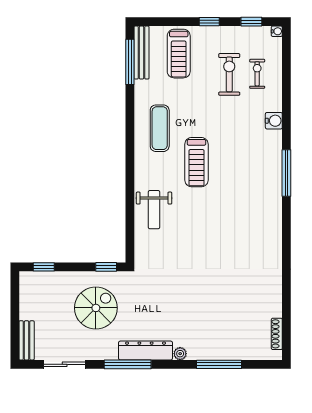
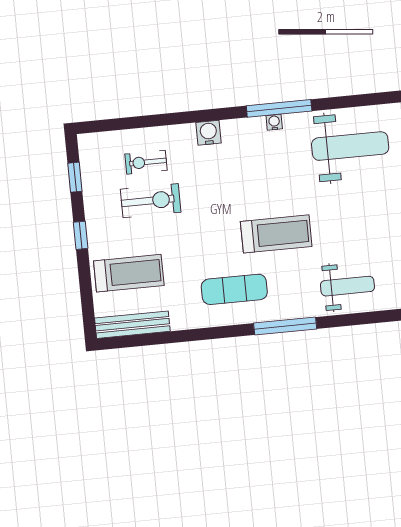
water cooler: (277, 31) -> (274, 122), moved
window: (130, 62) -> (285, 326), moved
exercise bike: (229, 74) -> (151, 201), turned 180
weight bench: (254, 221) -> (350, 146), added

